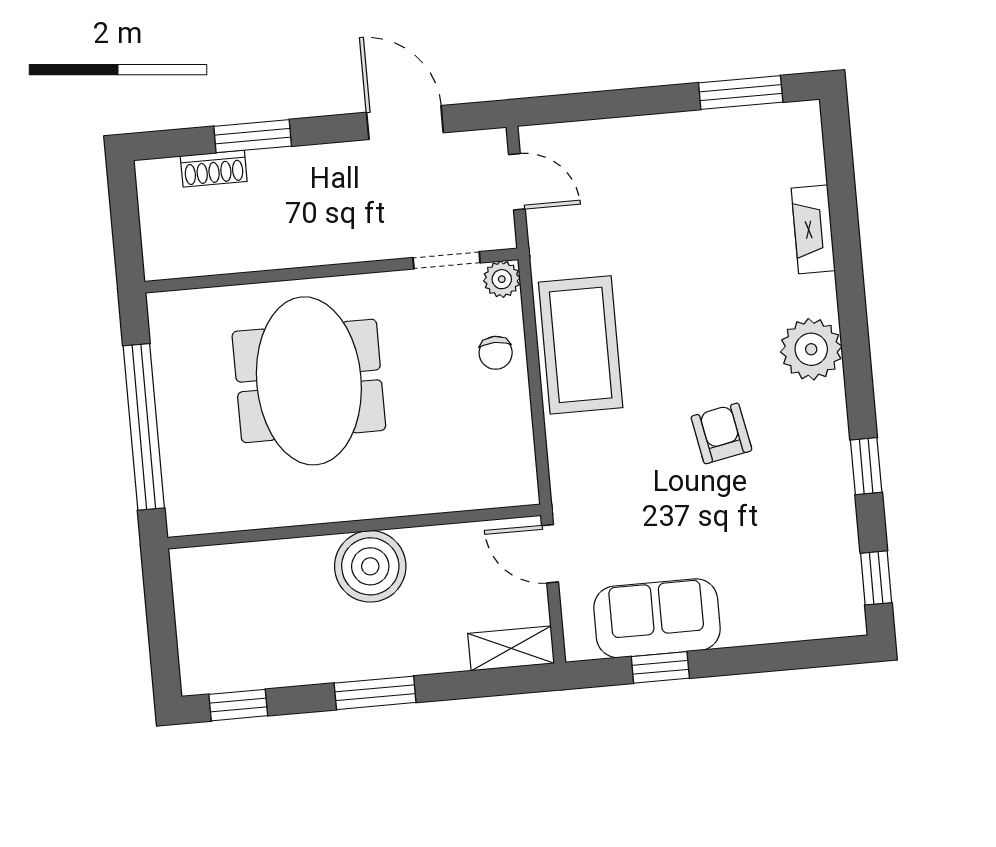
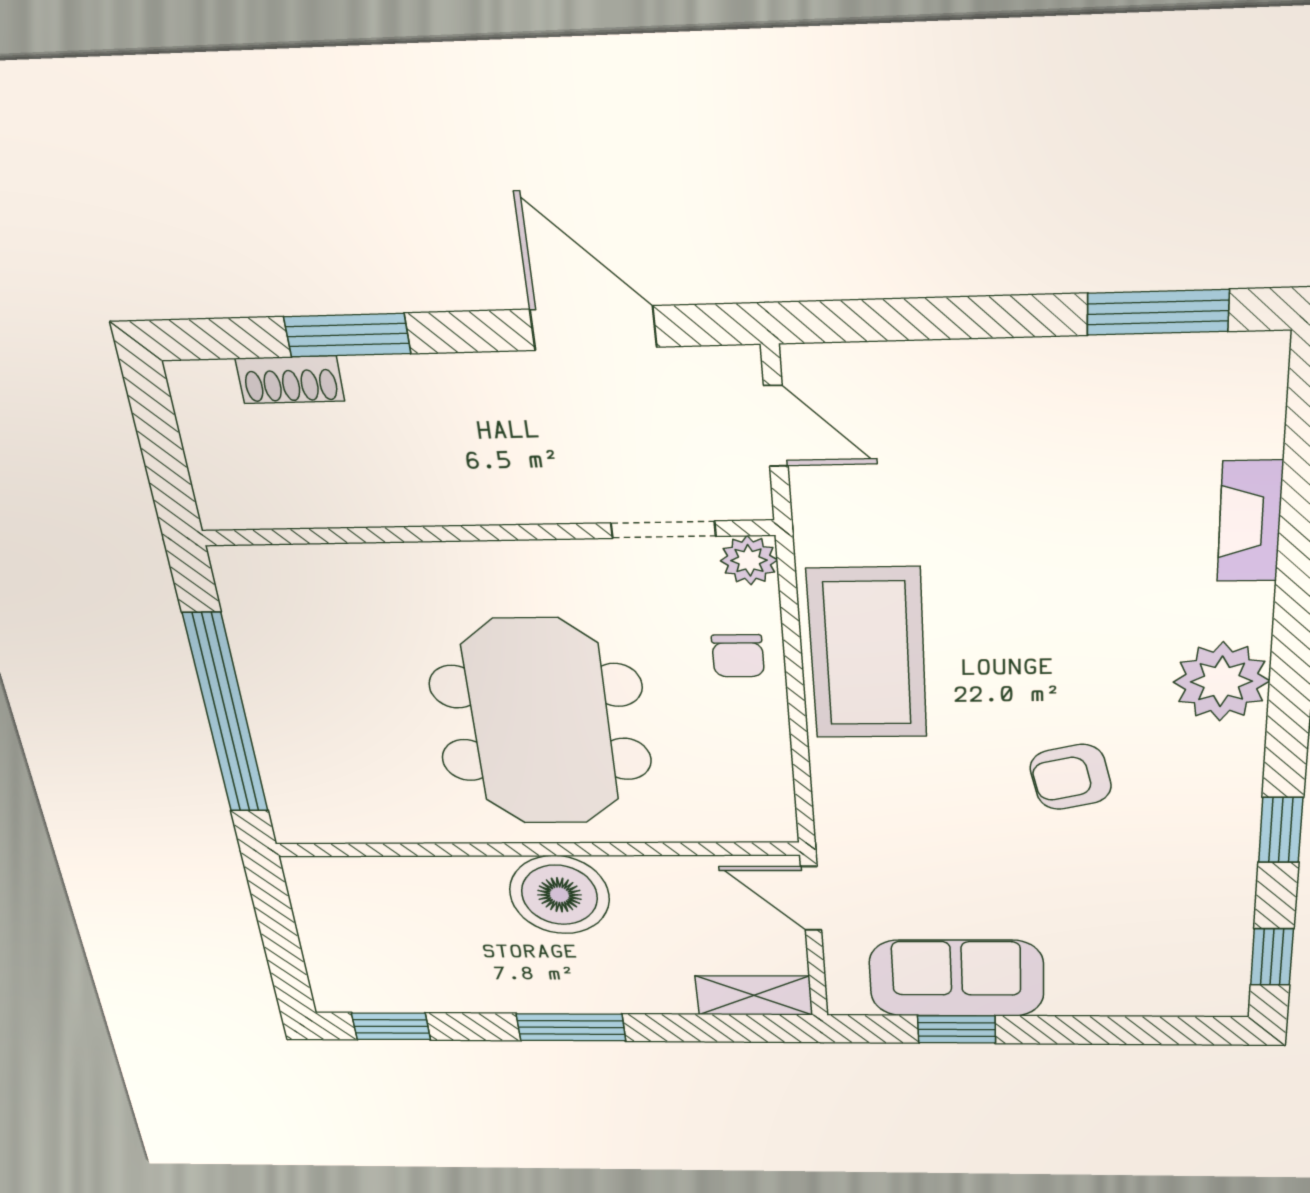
meeting table: (309, 381) -> (541, 723), moved
armchair: (721, 433) -> (1071, 777), turned -92

